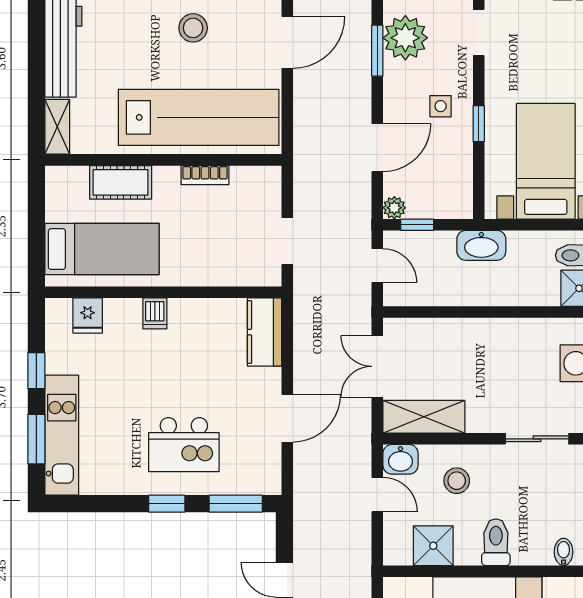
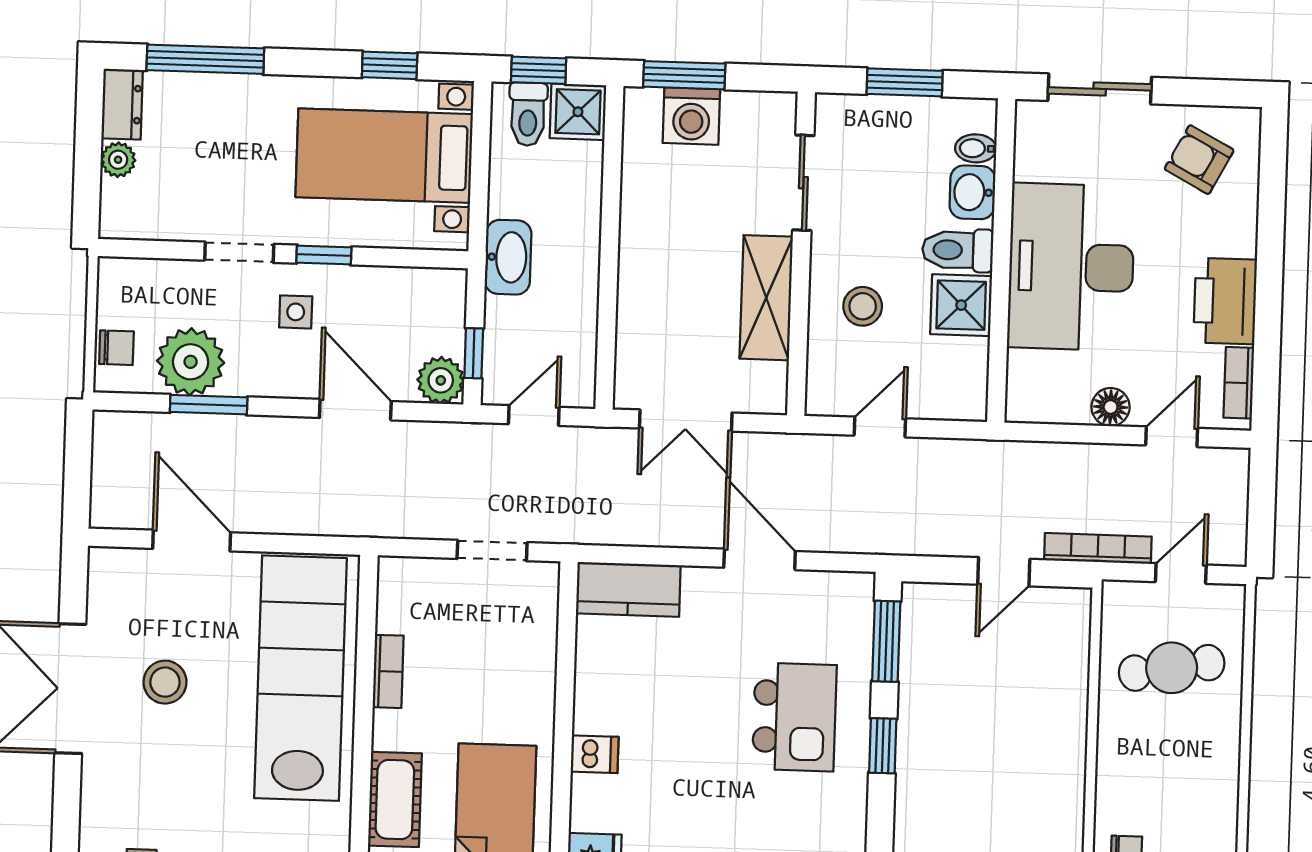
doorway: (479, 33) -> (239, 252), moved
plant: (394, 208) -> (441, 380), width x1.38, depth x1.38
shelving: (424, 417) -> (766, 298), moved
washbasin: (401, 459) -> (972, 192), moved, turned 180
shower: (433, 546) -> (961, 305), moved

